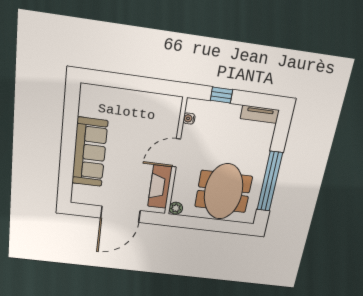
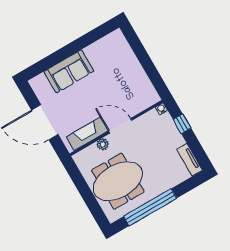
water cooler: (189, 118) -> (161, 109), moved
sofa: (90, 152) -> (69, 71), width x0.73
plant: (176, 208) -> (103, 144), moved

